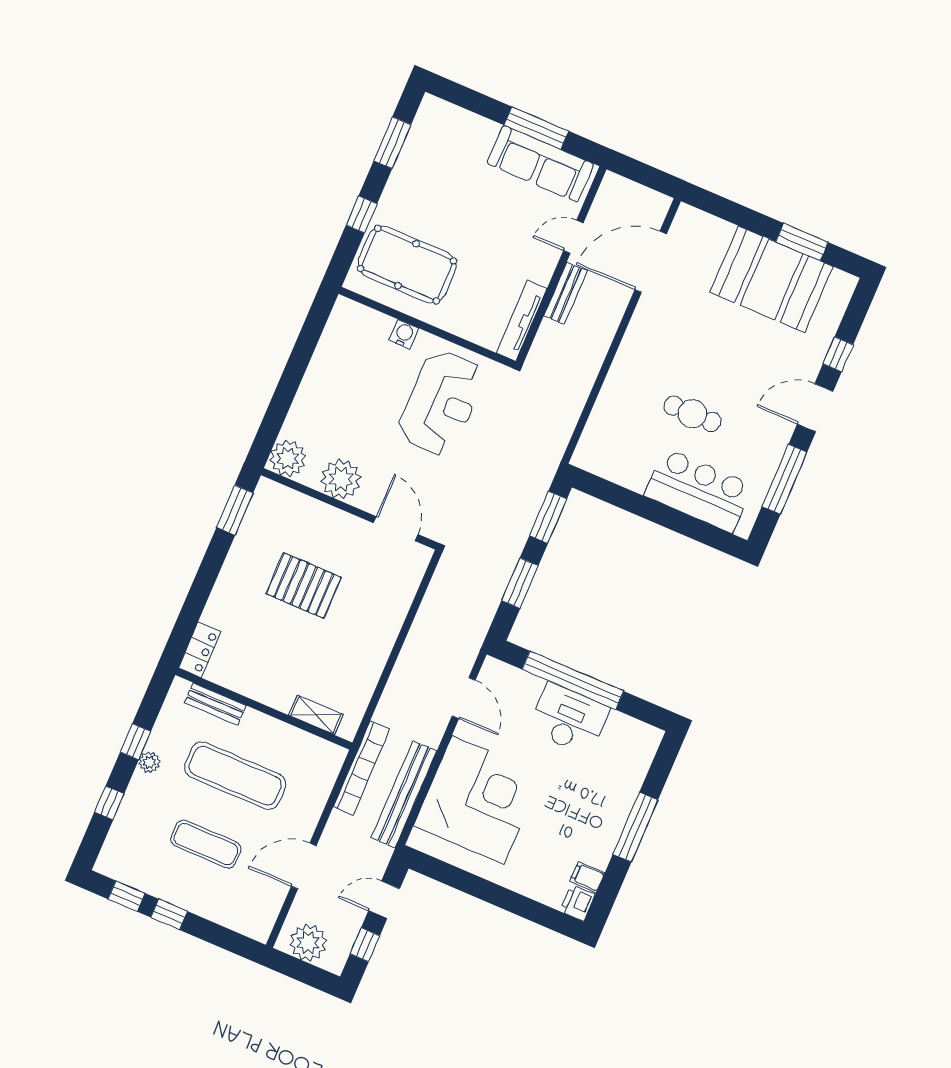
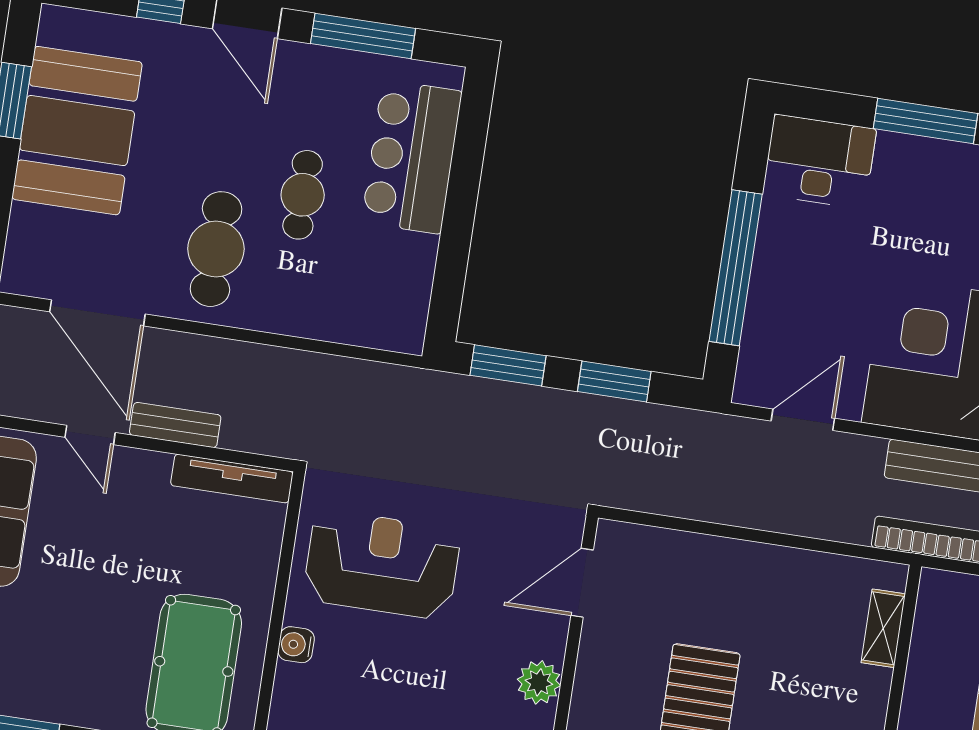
cafe table: (672, 349) -> (216, 249), added
plant: (341, 479) -> (539, 682), width x0.73, depth x0.73
desk: (569, 719) -> (819, 162), moved, turned 90

